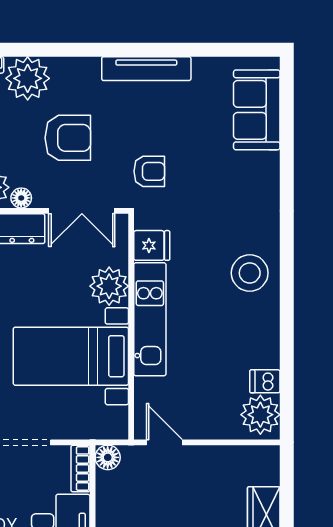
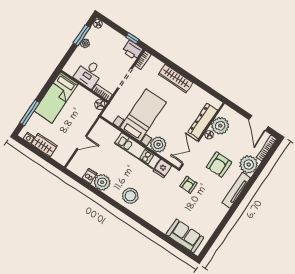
tv unit: (146, 69) -> (236, 190), moved
plant: (260, 415) -> (102, 182), moved
door: (164, 442) -> (82, 142), moved

